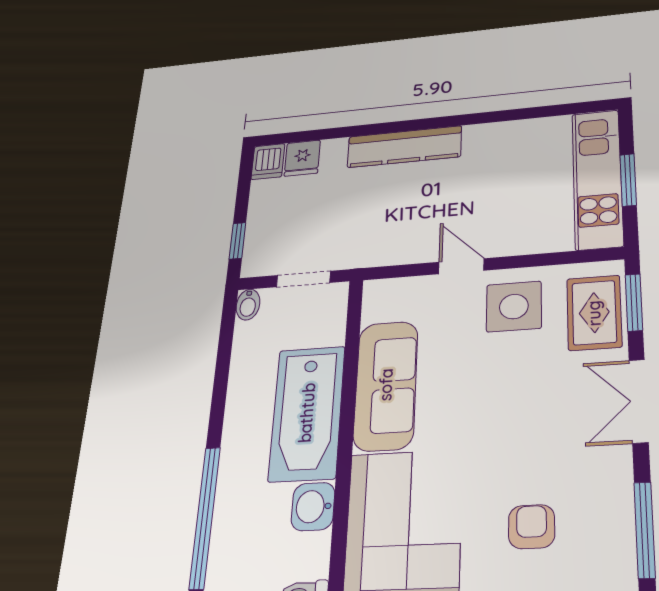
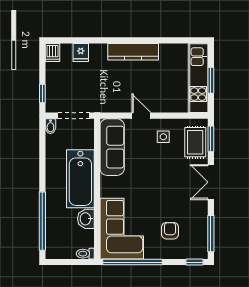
kitchen counter: (404, 147) -> (133, 52), moved
fridge: (302, 158) -> (81, 52), moved
doorway: (303, 279) -> (74, 116), width x1.38
side table: (514, 307) -> (163, 137), width x0.54, depth x0.54
sofa: (386, 385) -> (112, 147), moved

